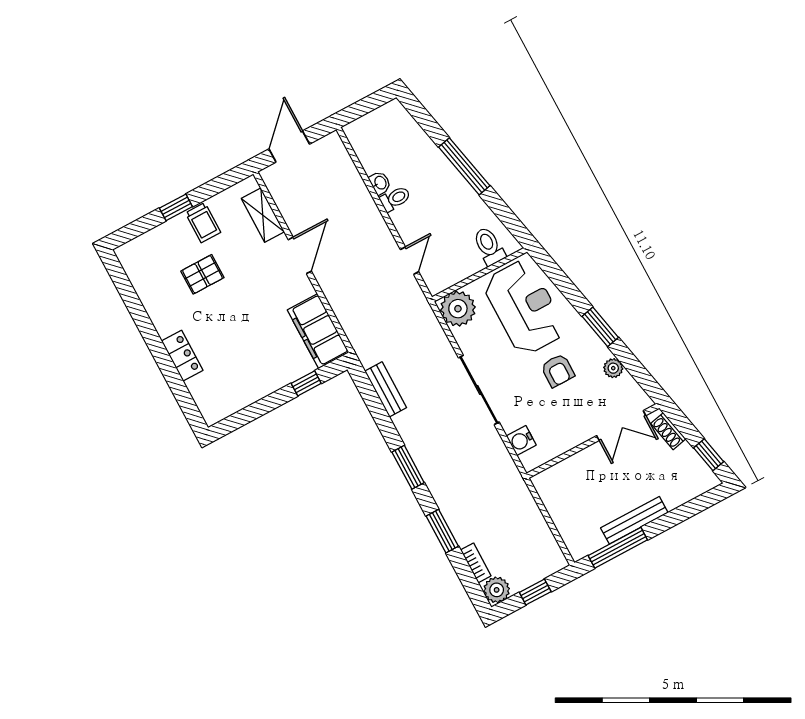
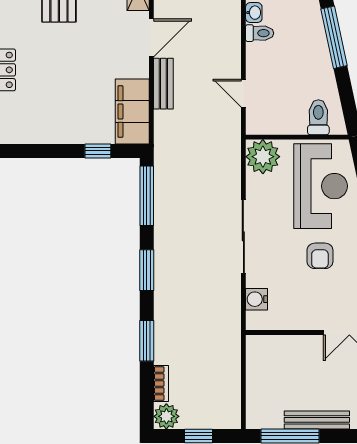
door: (410, 261) -> (243, 93), swing flipped
bench: (386, 389) -> (163, 84), moved
window: (372, 400) -> (147, 196), added

